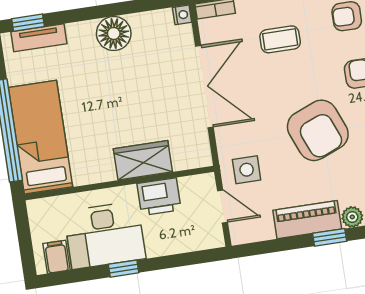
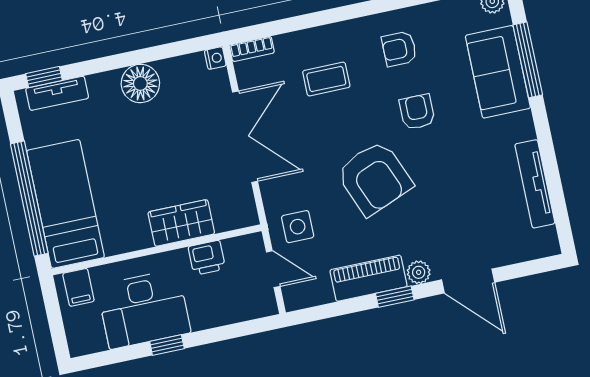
printer: (159, 197) -> (207, 258), width x0.73, depth x0.81
filing cabinet: (57, 257) -> (78, 287), moved, turned 180

